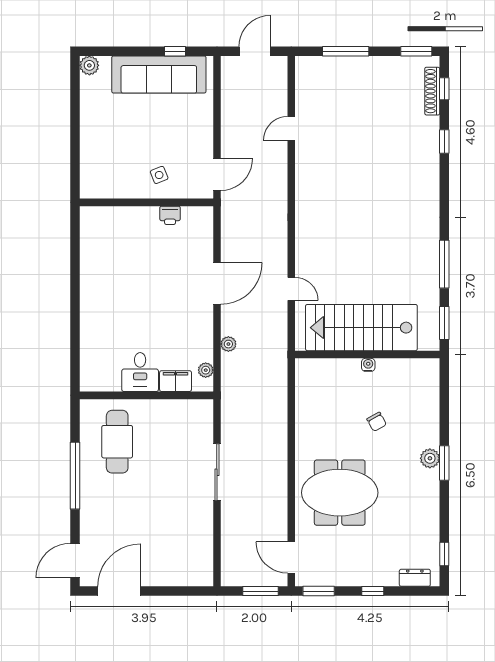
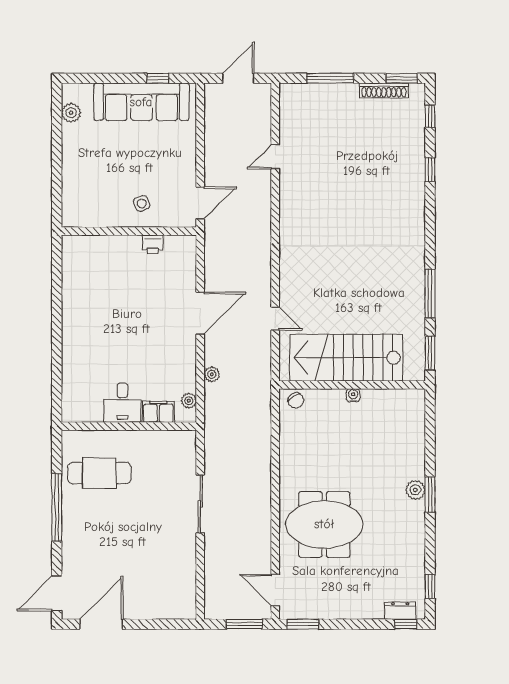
plant: (89, 65) -> (71, 113), moved
shoe rack: (432, 91) -> (384, 90), moved, turned -90
chair: (377, 422) -> (296, 401), moved
cafe table: (117, 442) -> (99, 473), turned 90
window: (373, 591) -> (406, 624), moved

